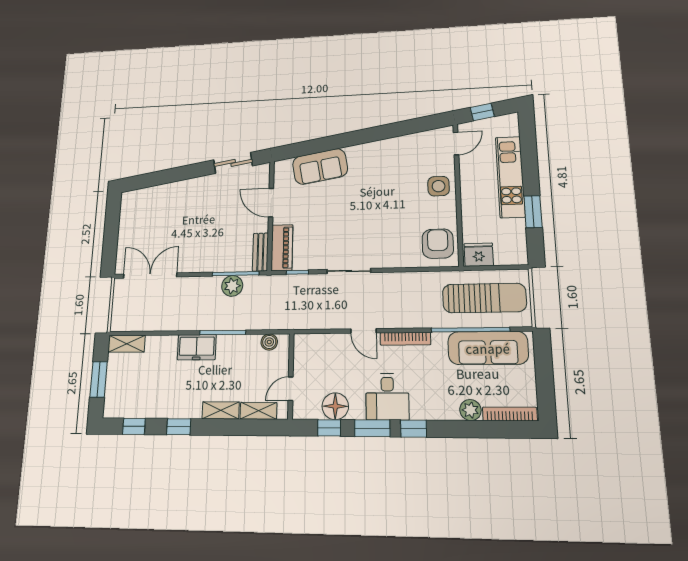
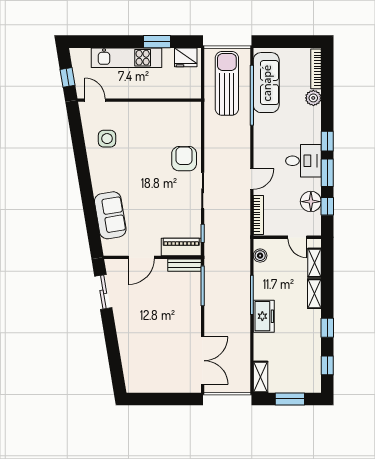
side table: (439, 186) -> (107, 139), moved
armchair: (438, 244) -> (184, 159), moved, turned 90
fridge: (479, 255) -> (186, 57), moved, turned -90
double door: (150, 276) -> (203, 361), swing flipped
plant: (232, 286) -> (213, 288), removed
bookcase: (405, 339) -> (258, 215), moved

